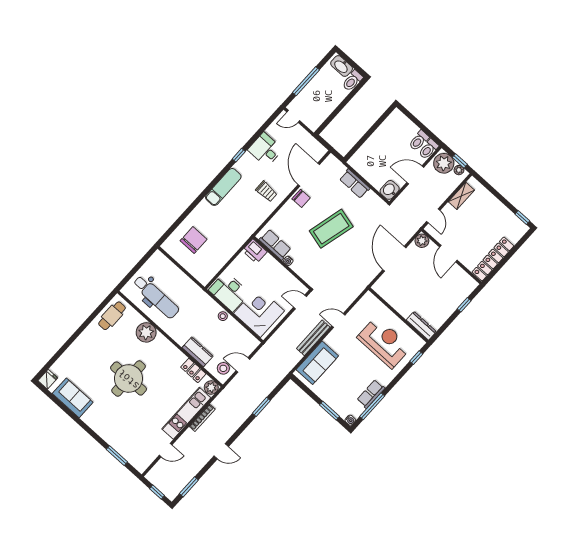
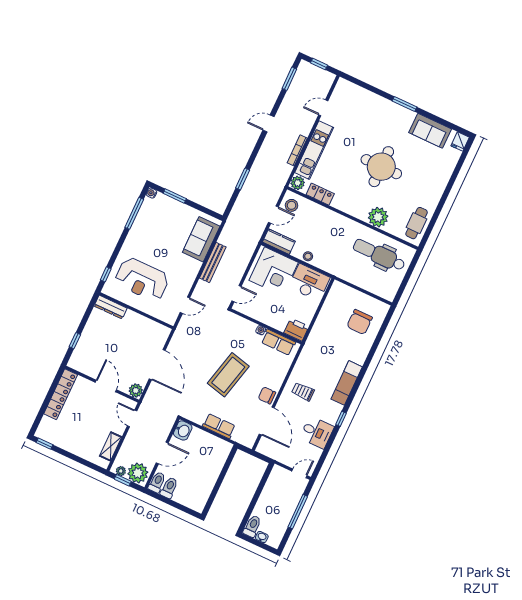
washbasin: (342, 66) -> (262, 537), width x0.52, depth x0.69
door: (338, 321) -> (185, 305), moved
kitchen counter: (198, 352) -> (279, 242), moved, turned 180
row of seats: (371, 394) -> (139, 225), removed
window: (117, 456) -> (404, 104), moved

